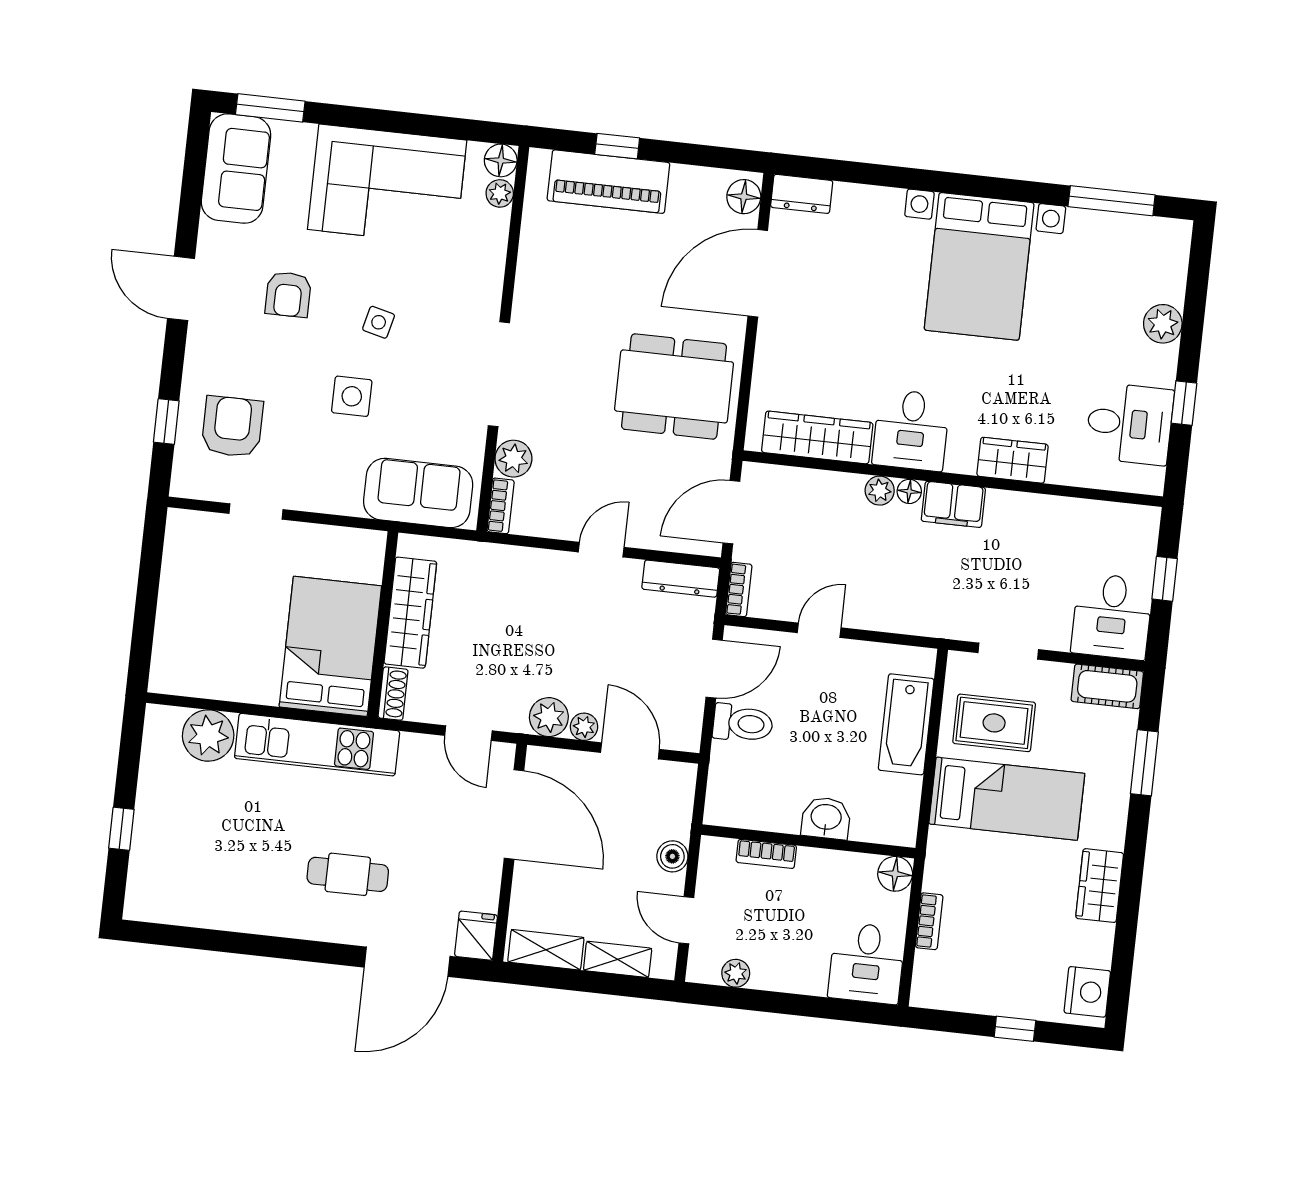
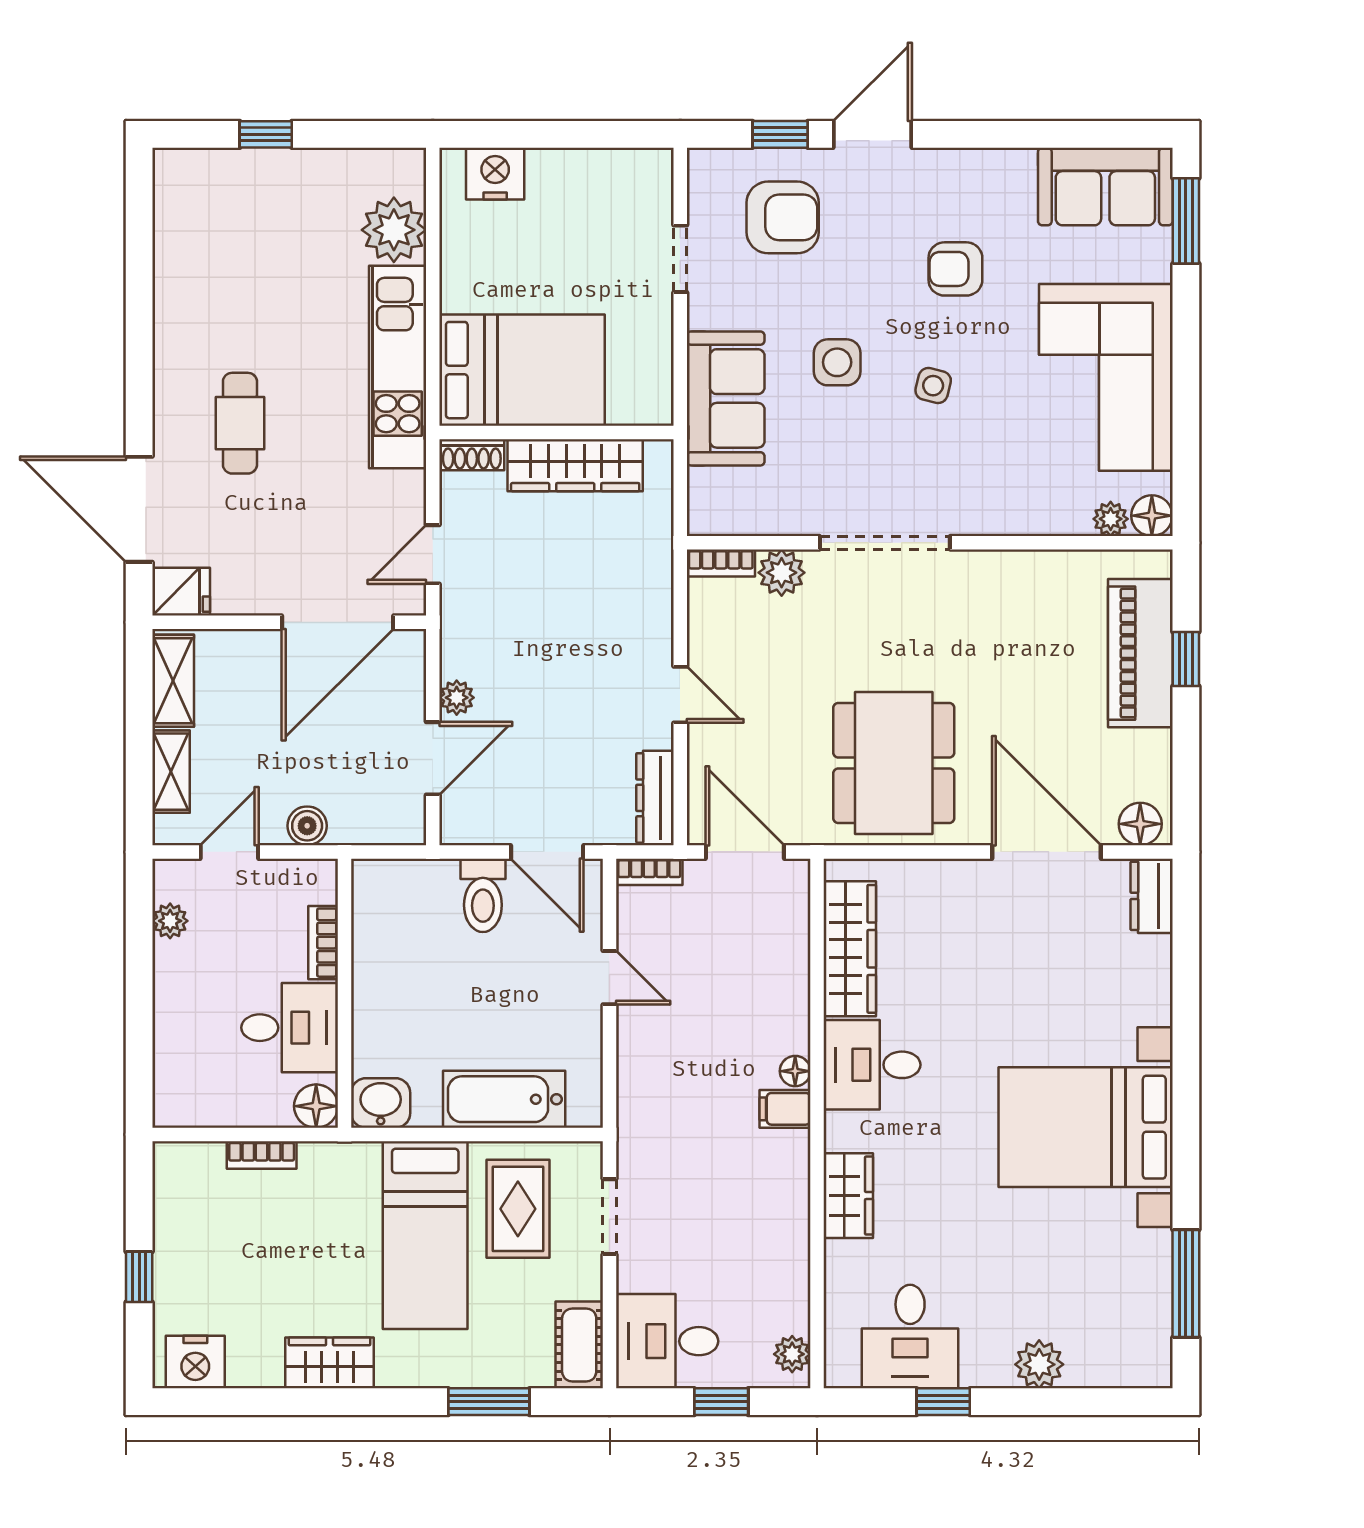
door: (181, 288) -> (872, 134), moved
plant: (880, 491) -> (792, 1354), moved
sofa: (418, 493) -> (726, 398), moved
filing cabinet: (953, 504) -> (785, 1109), width x0.50
nightstand: (173, 651) -> (495, 174), added
plant: (549, 717) -> (464, 652), removed
washbasin: (826, 818) -> (381, 1103), moved, turned -90
desk: (867, 963) -> (290, 1028), moved, turned 180

